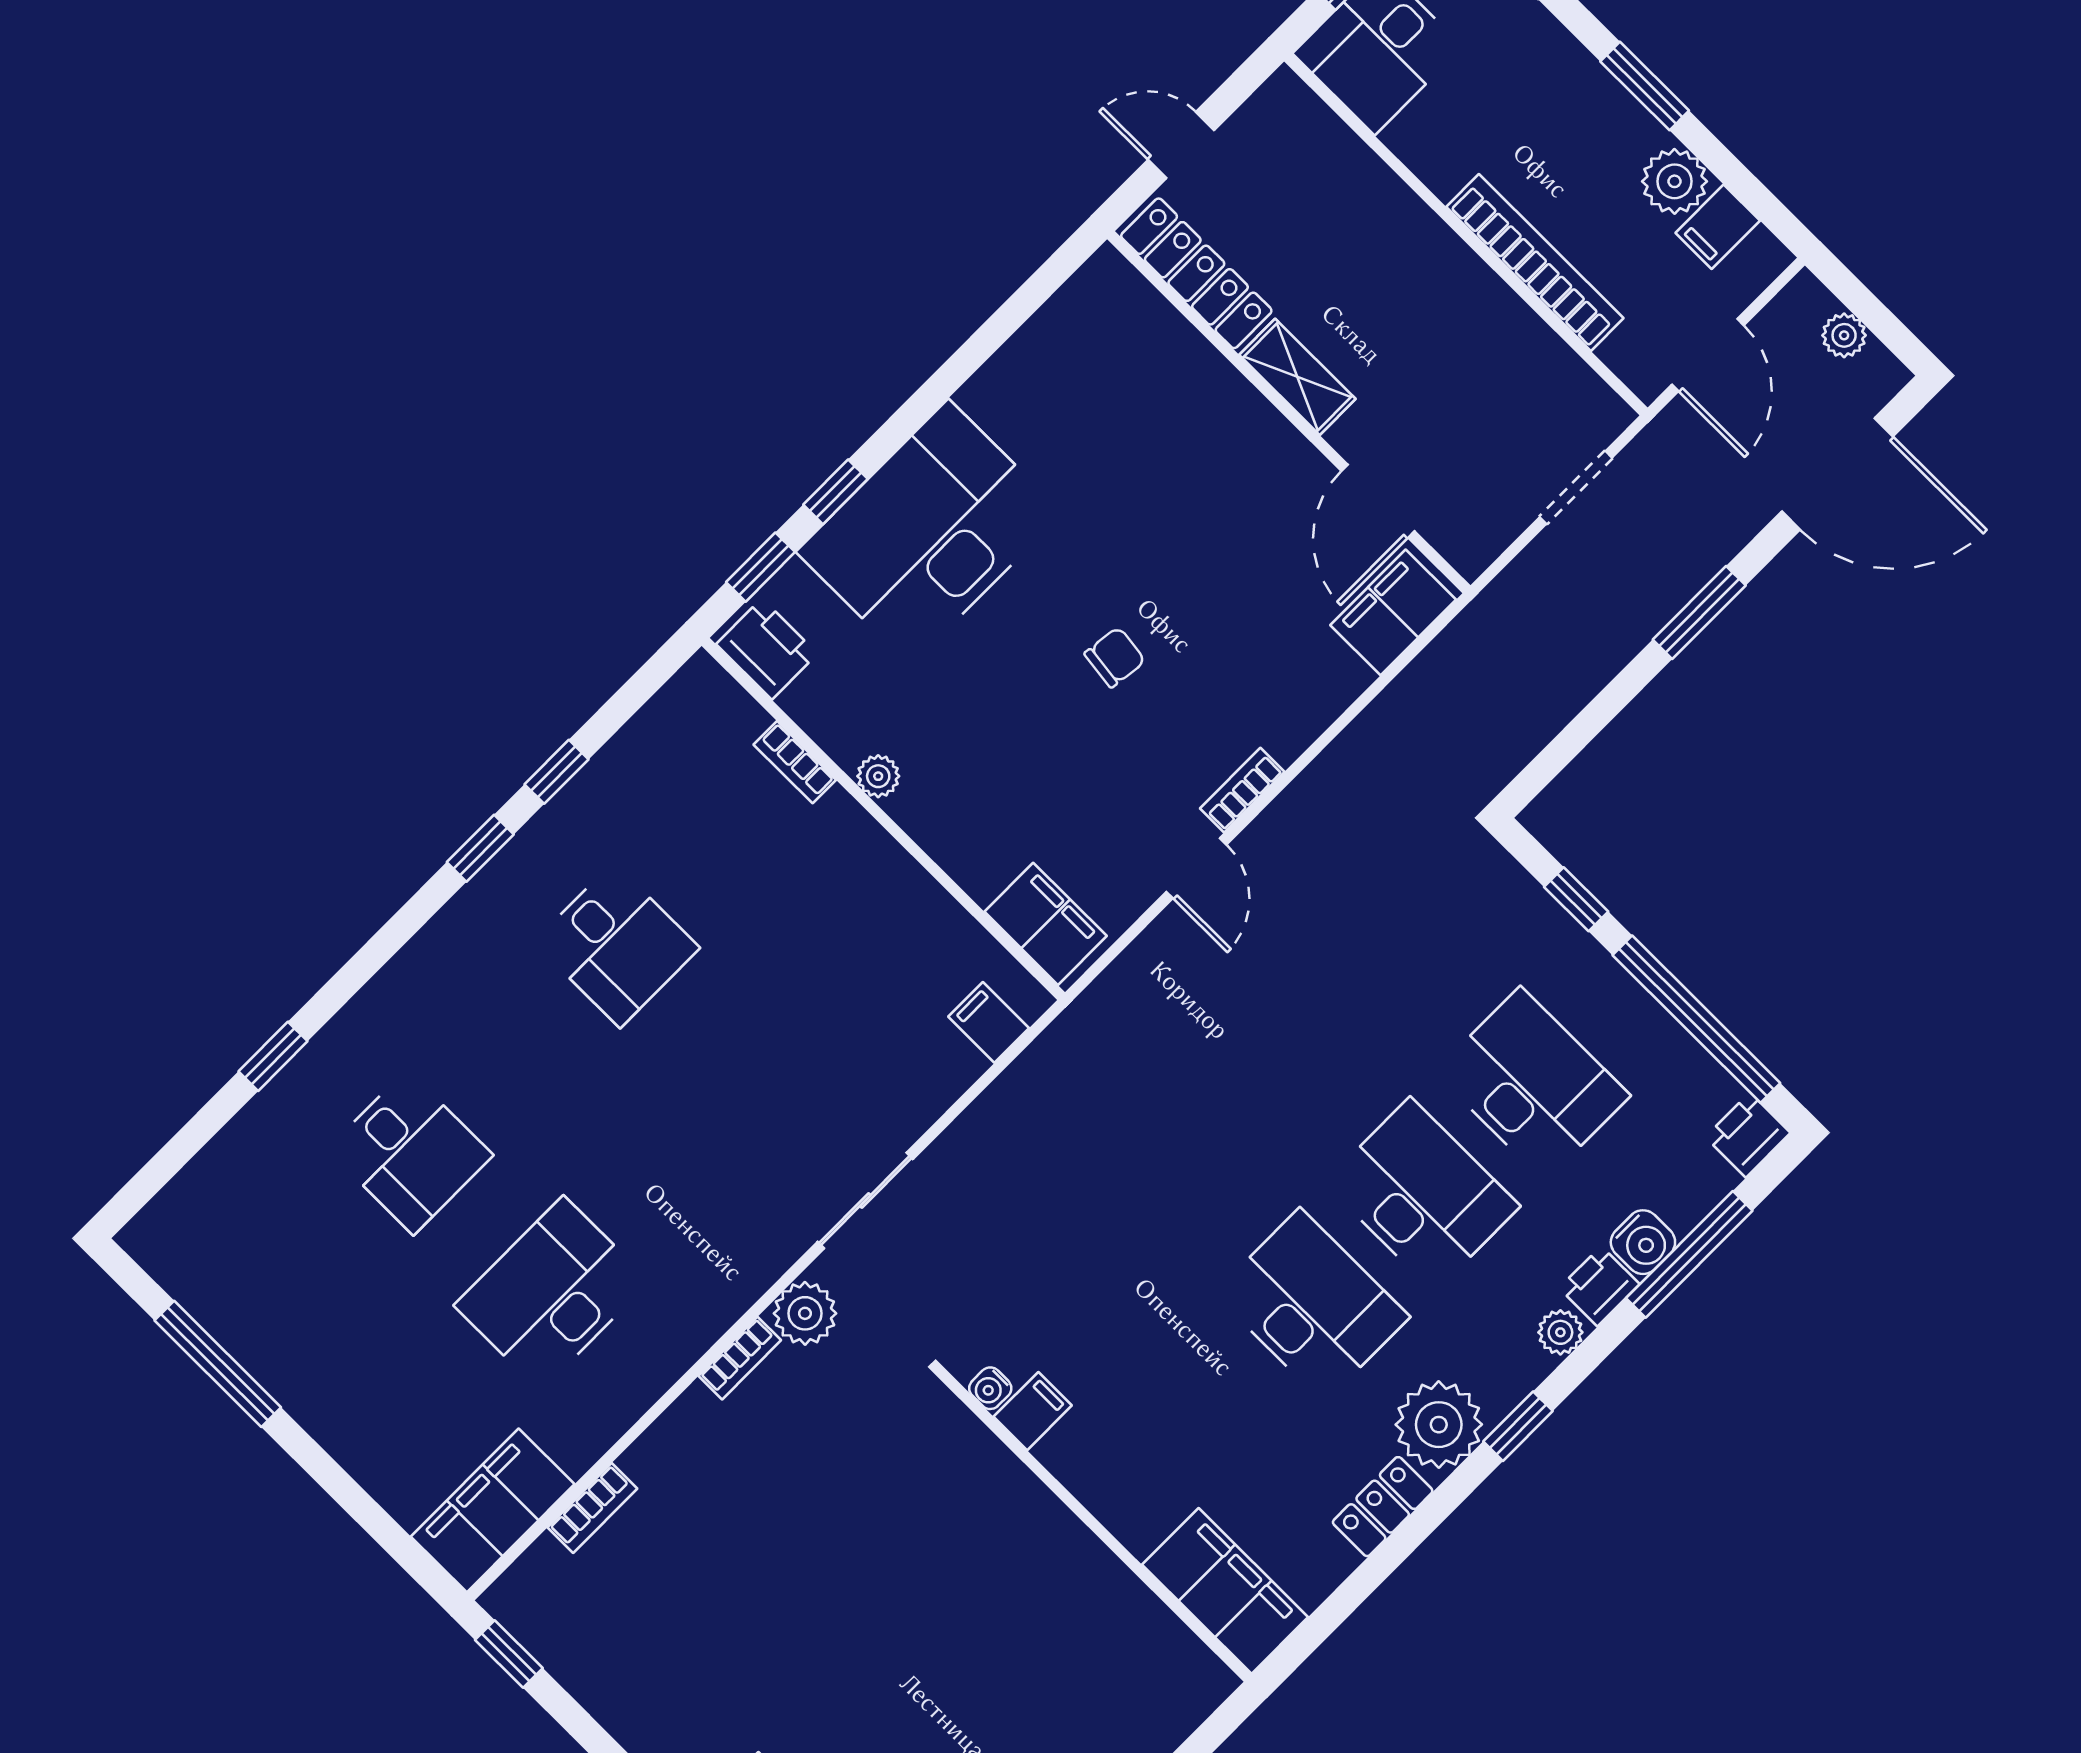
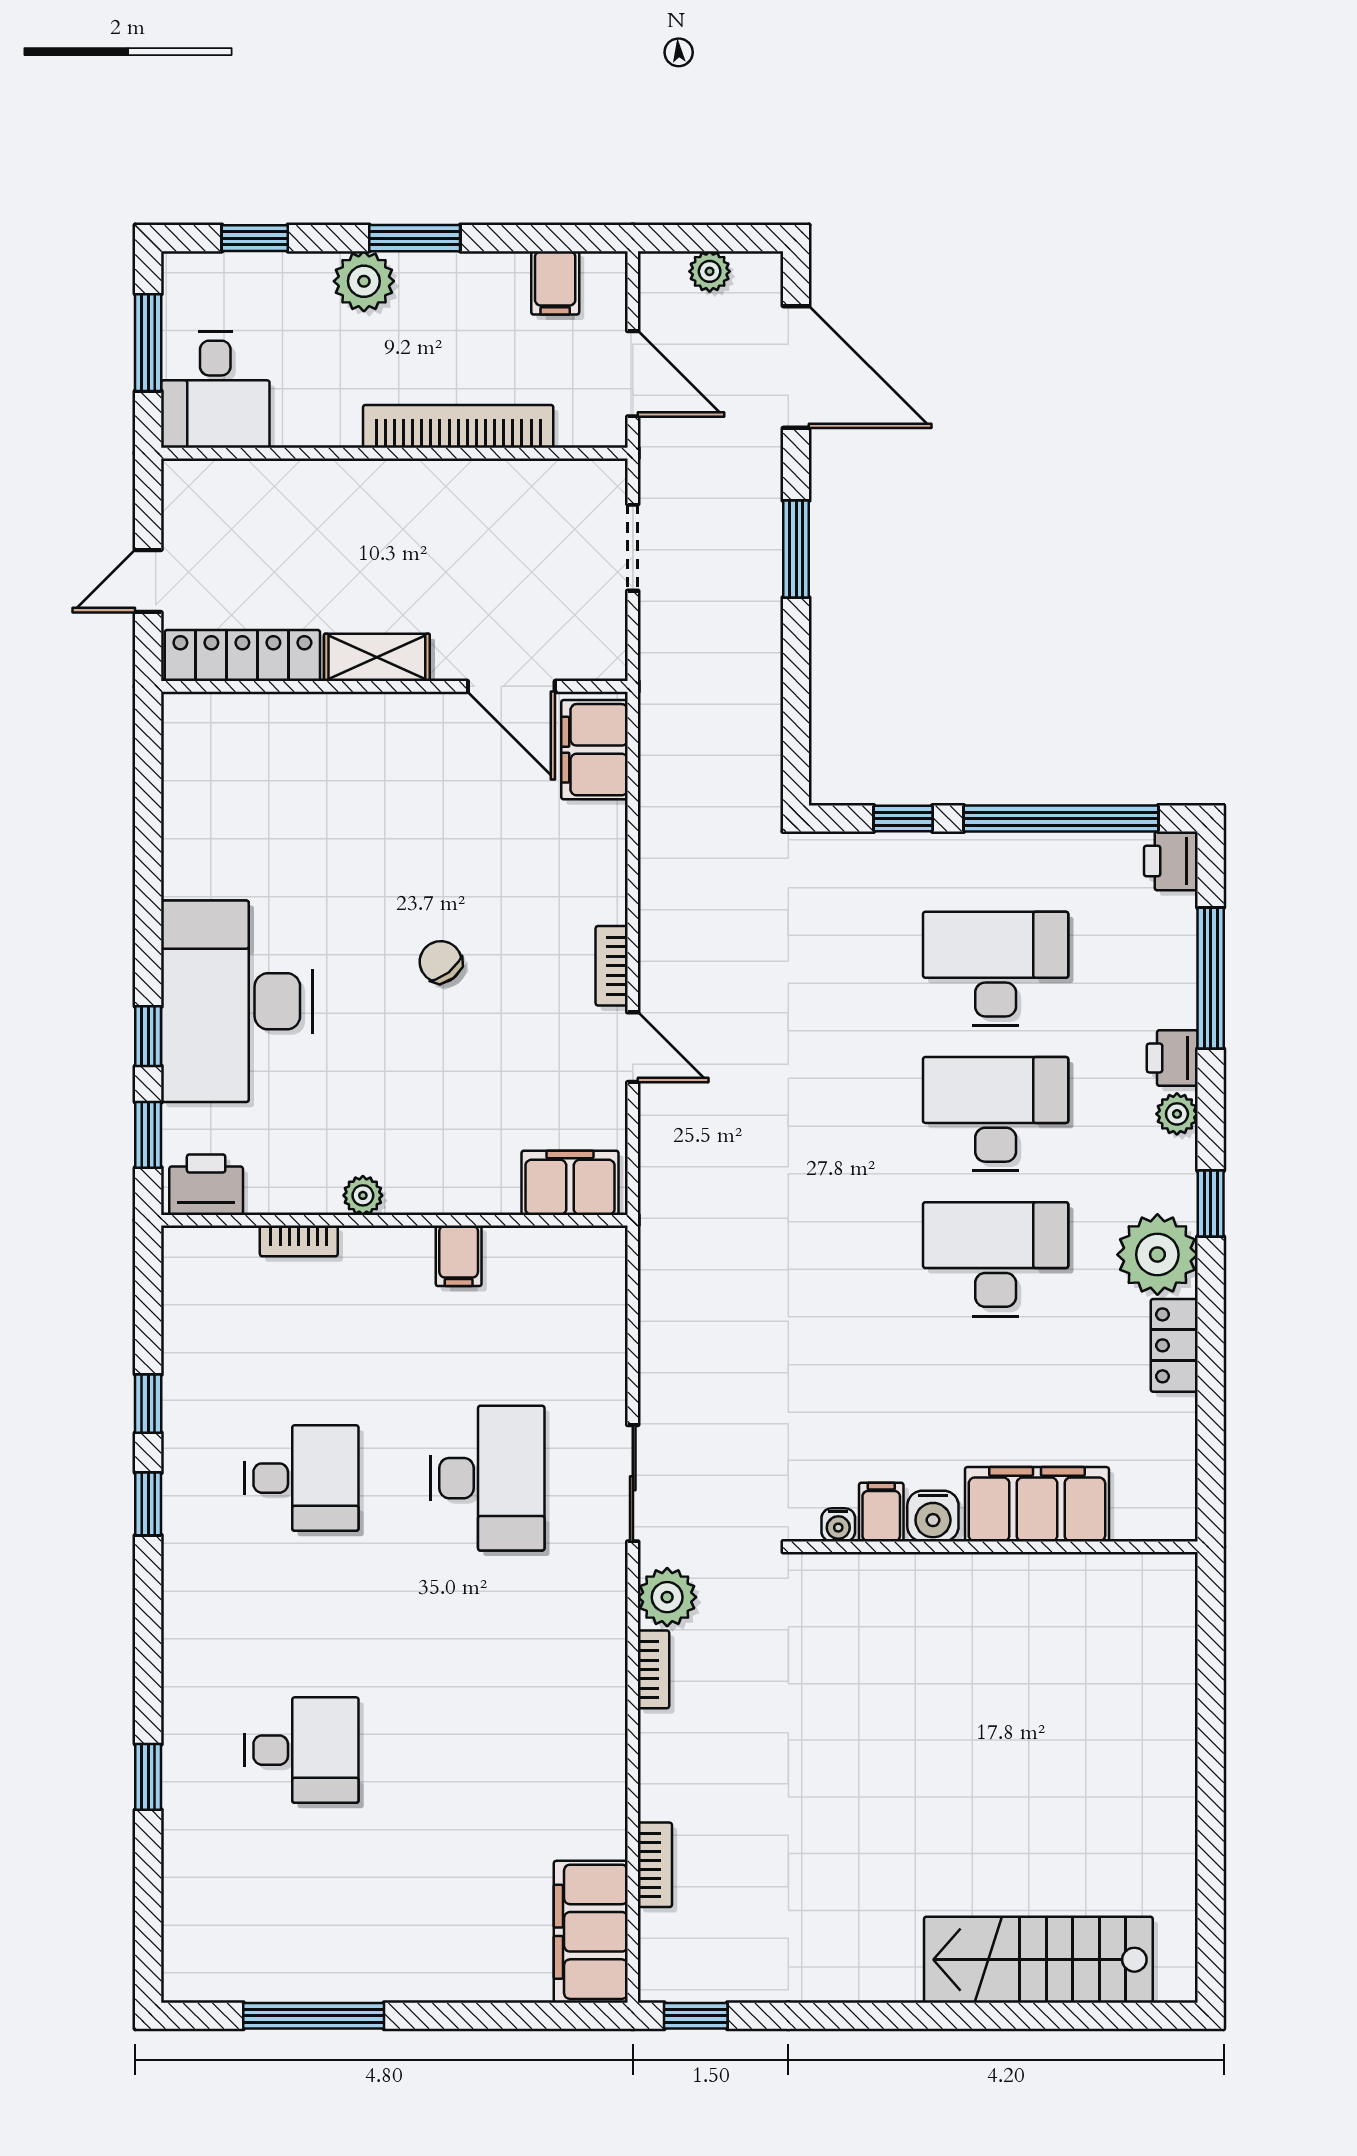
plant: (1674, 181) -> (364, 281), moved
door: (1837, 474) -> (796, 367), hinge flipped
chair: (1115, 657) -> (441, 962), turned -45
filing cabinet: (989, 1022) -> (459, 1256), moved, turned -90
water cooler: (1643, 1242) -> (933, 1516), moved, turned 90
desk: (552, 1293) -> (487, 1478), moved, turned 180
filing cabinet: (1225, 1591) -> (1037, 1504), moved

